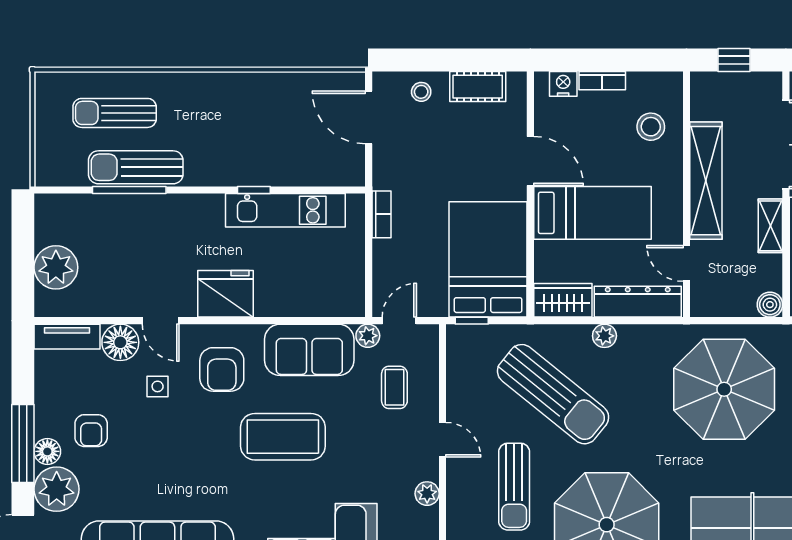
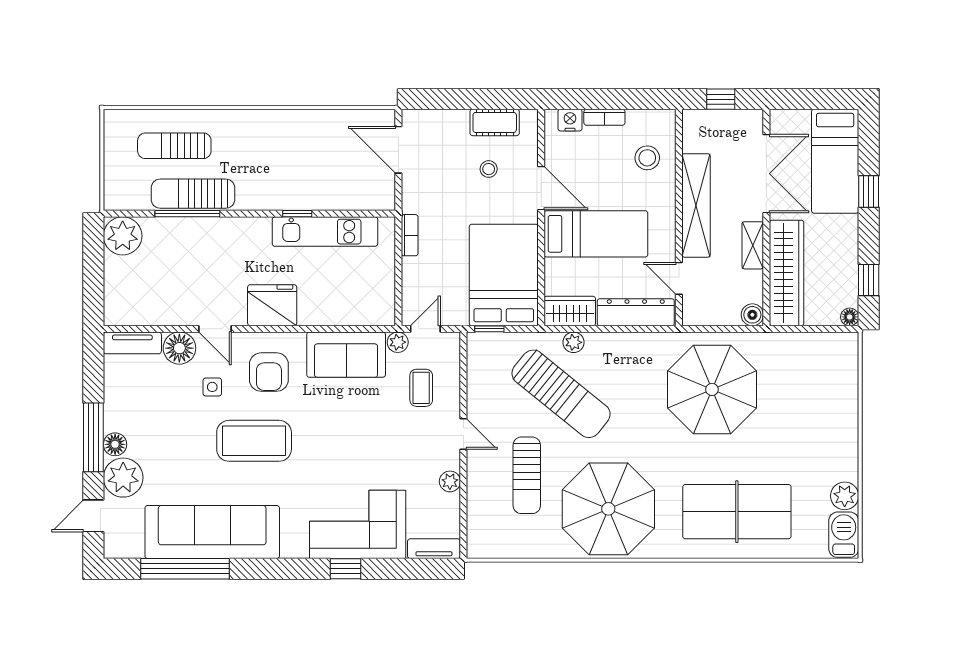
stool: (421, 92) -> (489, 169), moved
plant: (56, 267) -> (123, 236), moved
plant: (604, 336) -> (573, 342), moved
armchair: (91, 431) -> (154, 426), removed
coffee table: (283, 437) -> (254, 441), moved

